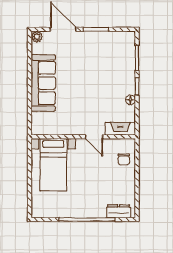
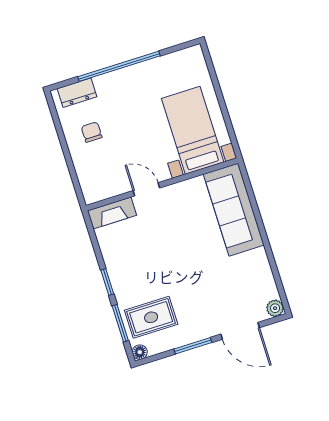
rug: (116, 55) -> (151, 317), added
sofa: (43, 83) -> (234, 210), moved
floor lamp: (130, 100) -> (140, 352), moved
chair: (124, 159) -> (92, 132), moved

